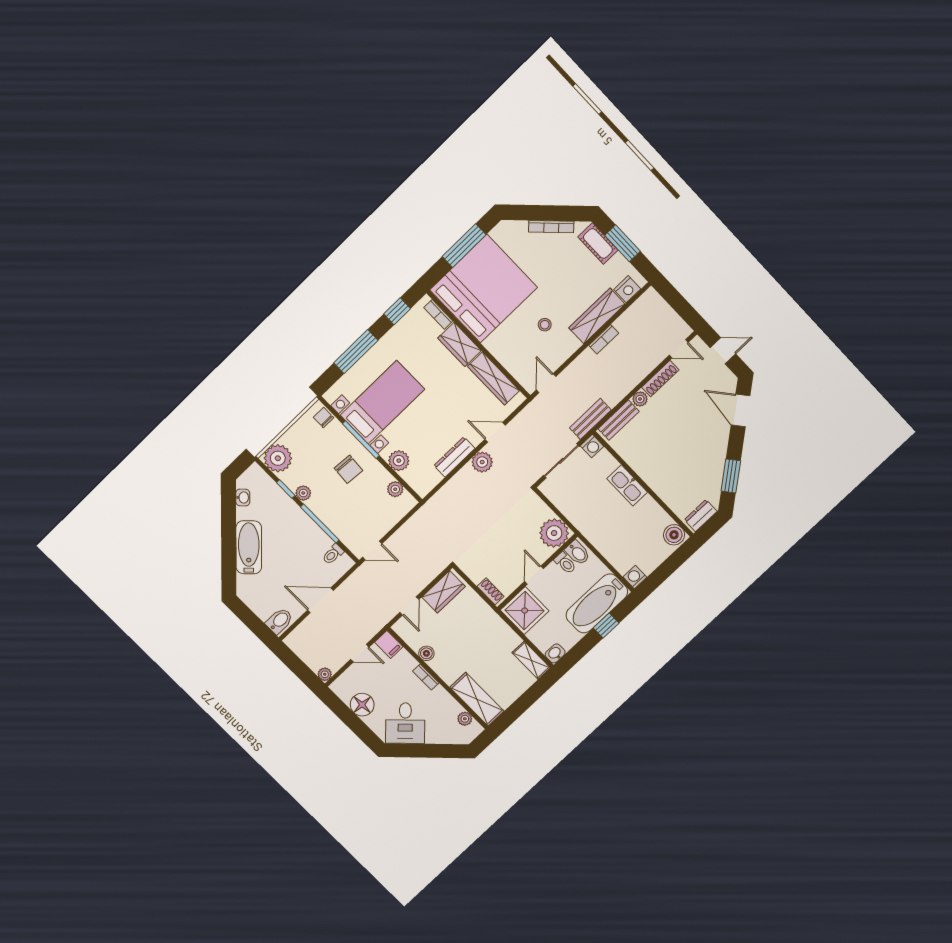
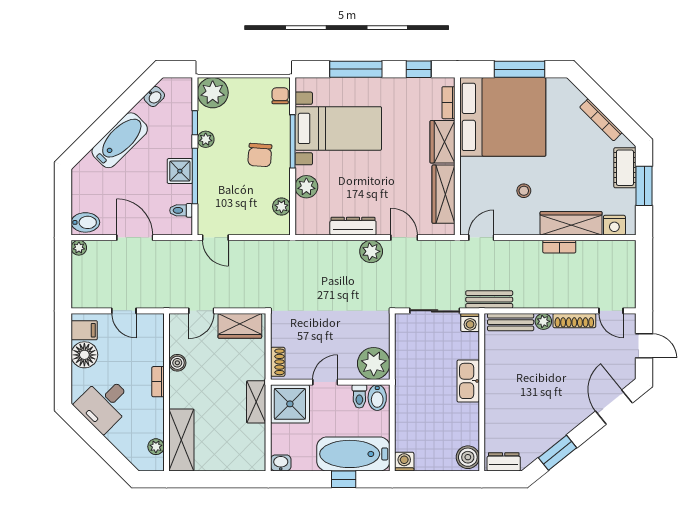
shower: (307, 530) -> (180, 171), added
filing cabinet: (389, 644) -> (84, 330), moved, turned -90
shelving: (531, 660) -> (256, 402), moved
plant: (325, 674) -> (79, 248), moved

